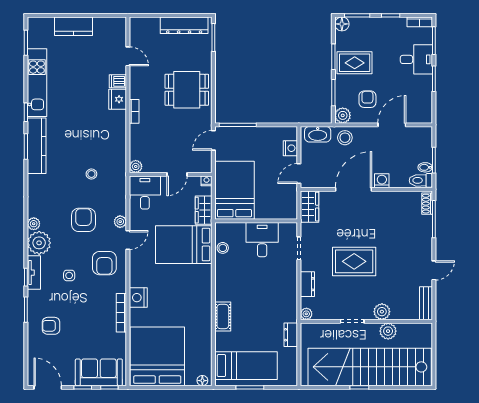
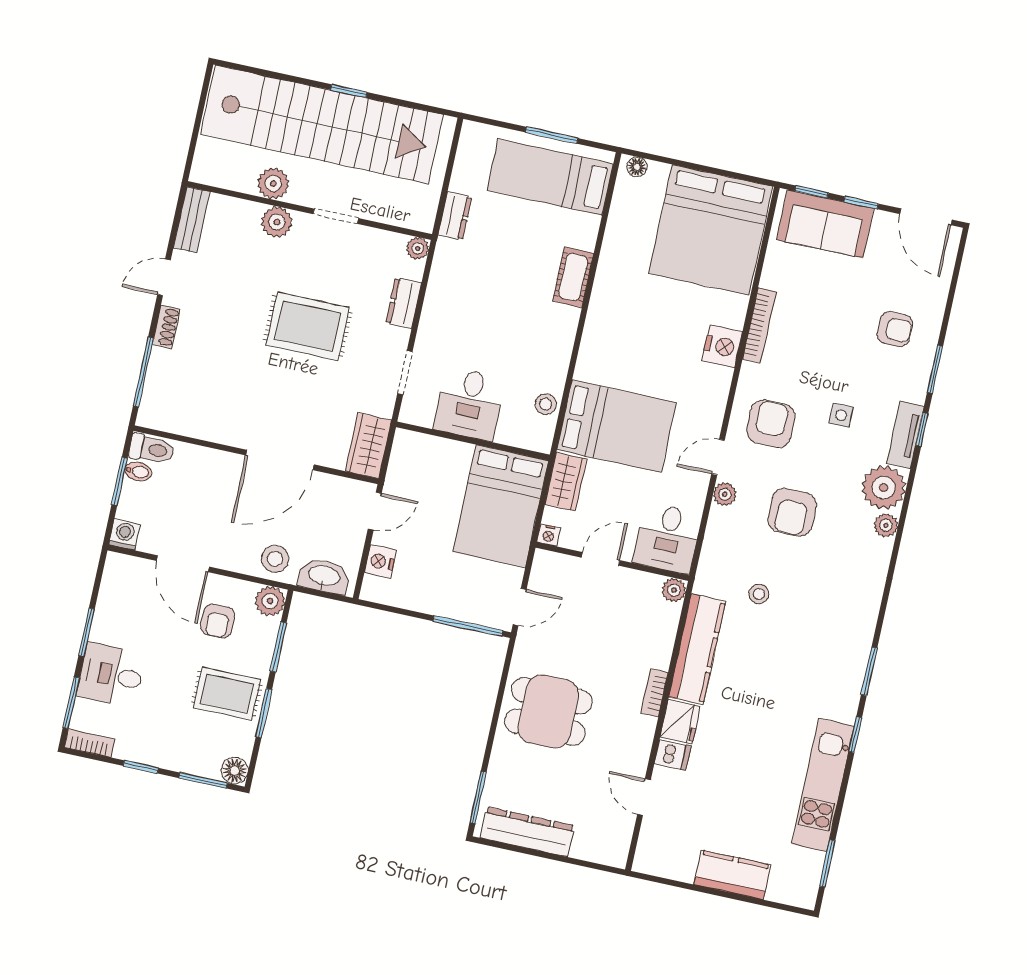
door: (392, 125) -> (183, 564), hinge flipped
kitchen counter: (37, 146) -> (697, 649), moved, turned 180
washing machine: (382, 181) -> (125, 534), moved, turned 180
shoe rack: (427, 204) -> (166, 327), moved

